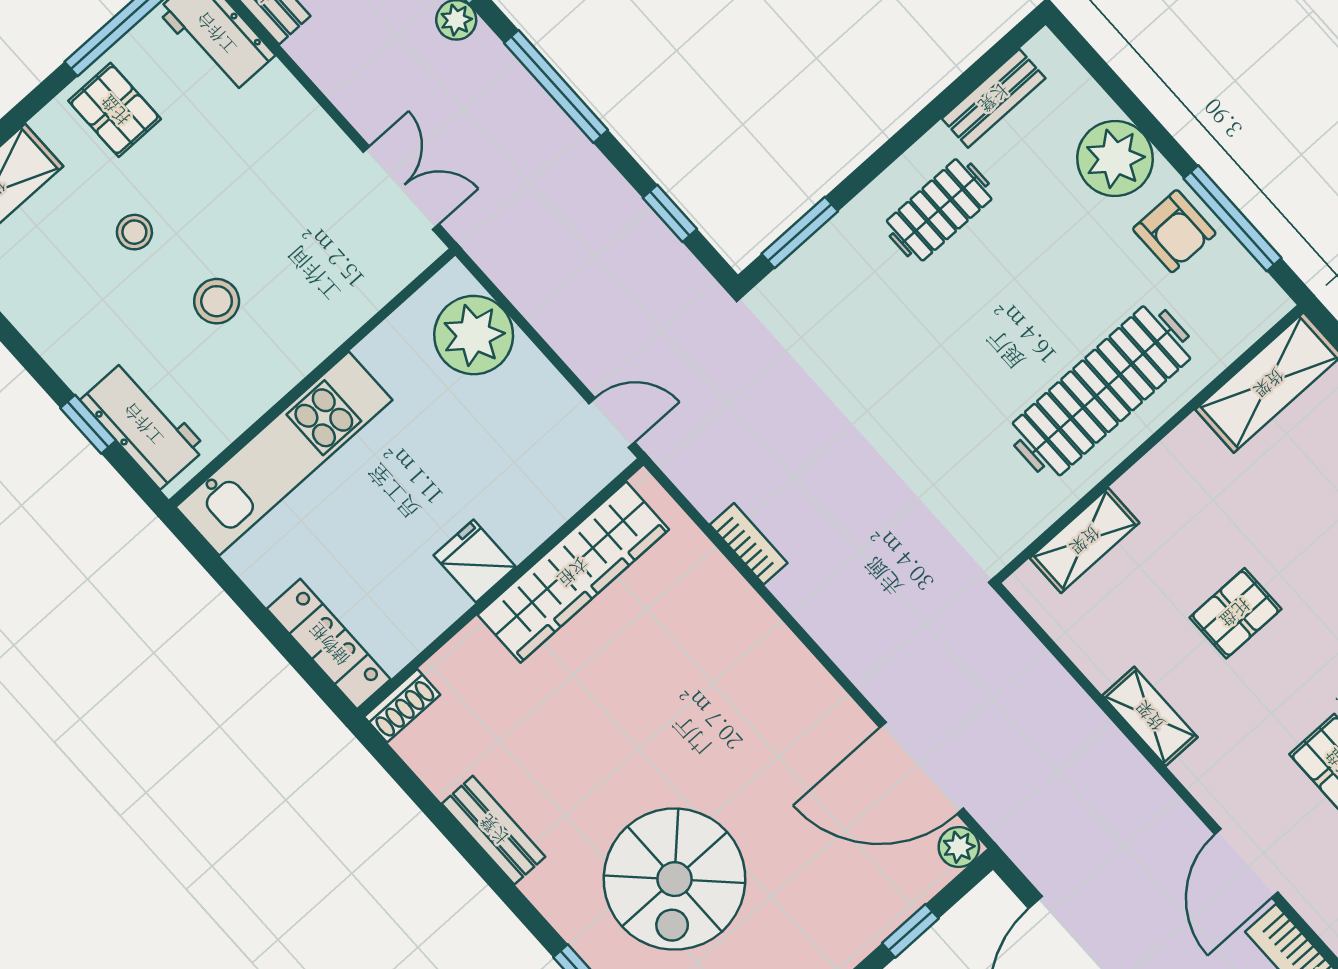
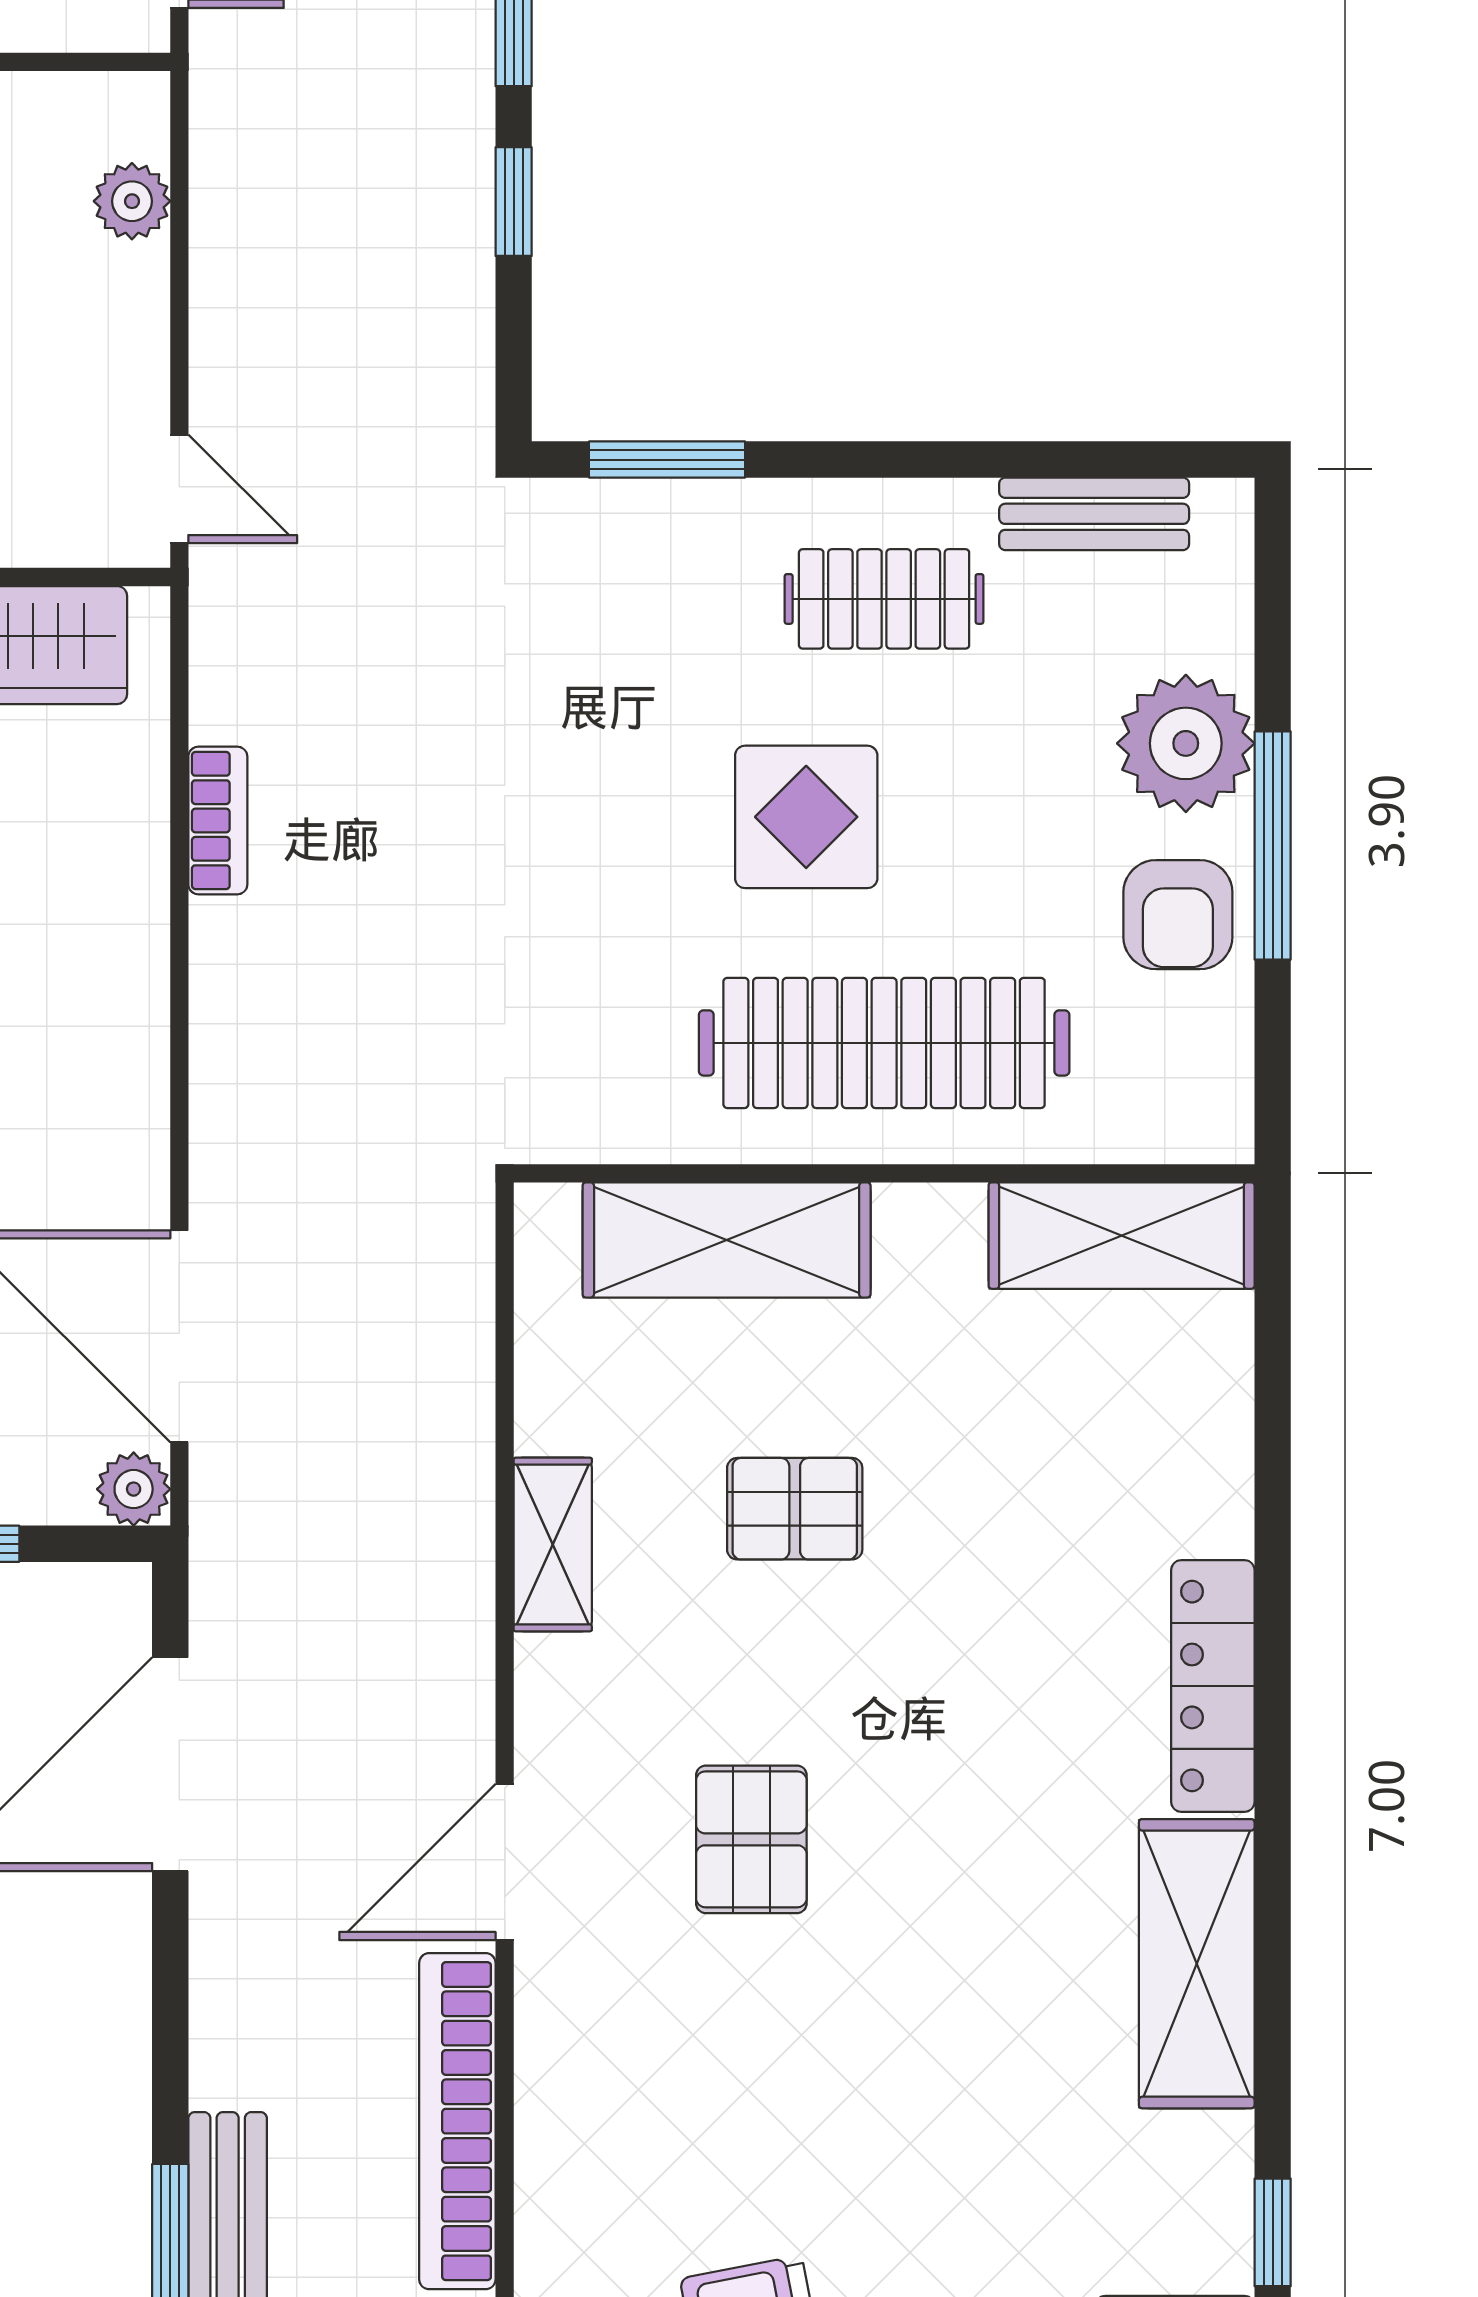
window: (670, 213) -> (514, 202), moved
window: (1232, 218) -> (1273, 846), moved
display table: (987, 327) -> (806, 817), added
plant: (474, 335) -> (132, 201), width x0.53, depth x0.53
shelving: (1085, 540) -> (727, 1240), width x1.50, depth x1.33

